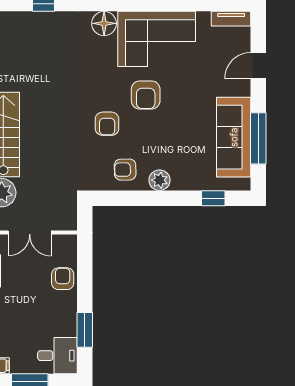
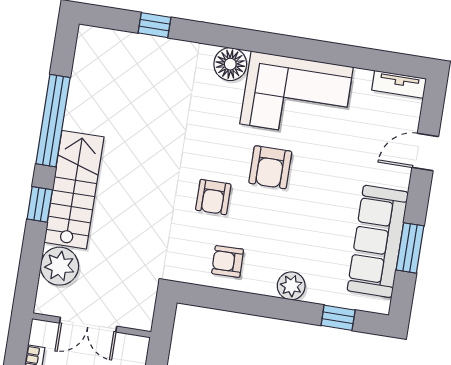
window: (258, 138) -> (410, 248), width x0.69
plant: (160, 180) -> (291, 286), moved

